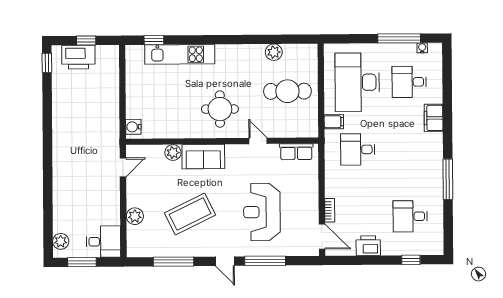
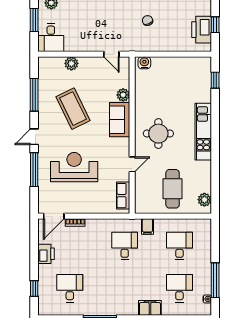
plant: (274, 52) -> (204, 200), moved
kitchen unit: (180, 54) -> (203, 132), moved
printer: (78, 57) -> (202, 30), moved
desk: (357, 82) -> (179, 246), width x0.53, depth x0.77
chair: (82, 123) -> (148, 21), added

